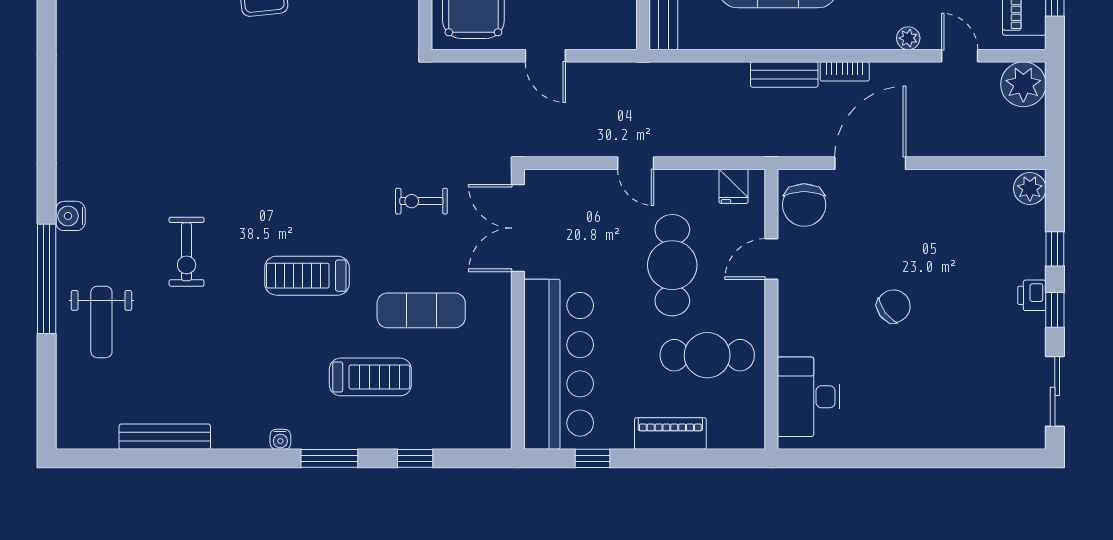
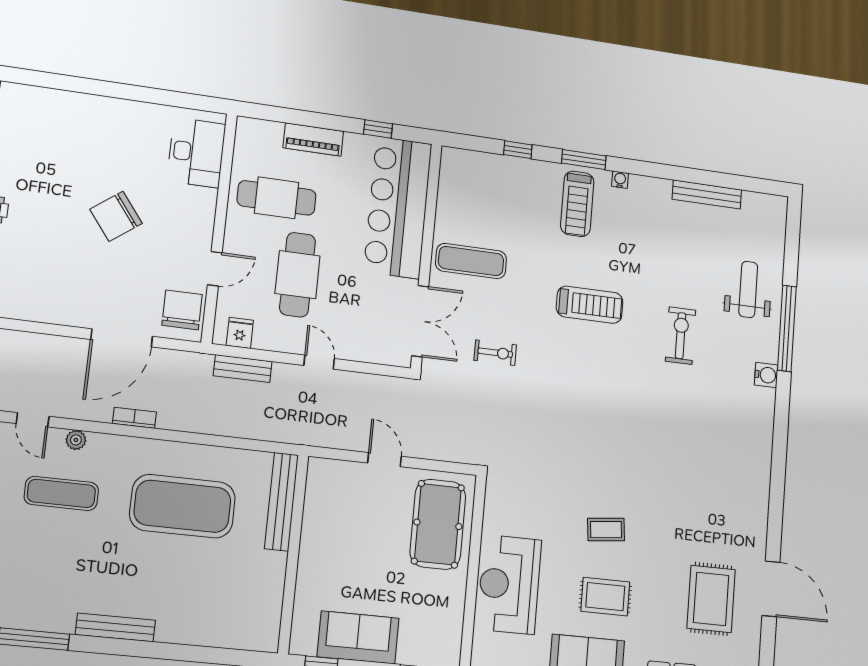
bench: (784, 75) -> (243, 369), moved
chair: (894, 306) -> (116, 216), width x1.37, depth x1.37
exercise mat: (421, 310) -> (471, 261), moved
treadmill: (370, 377) -> (577, 204), moved, turned -90

